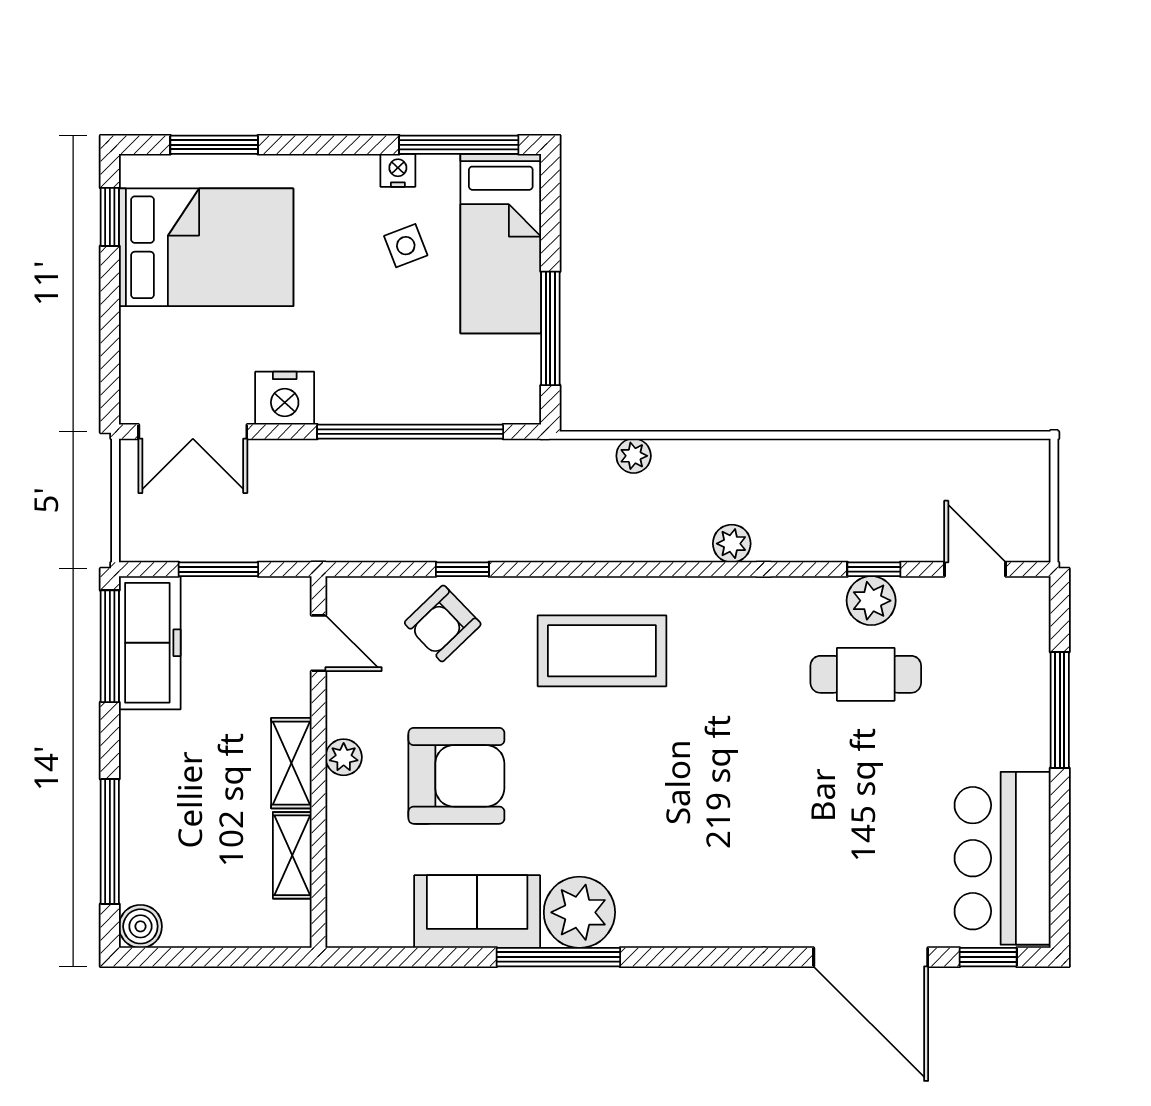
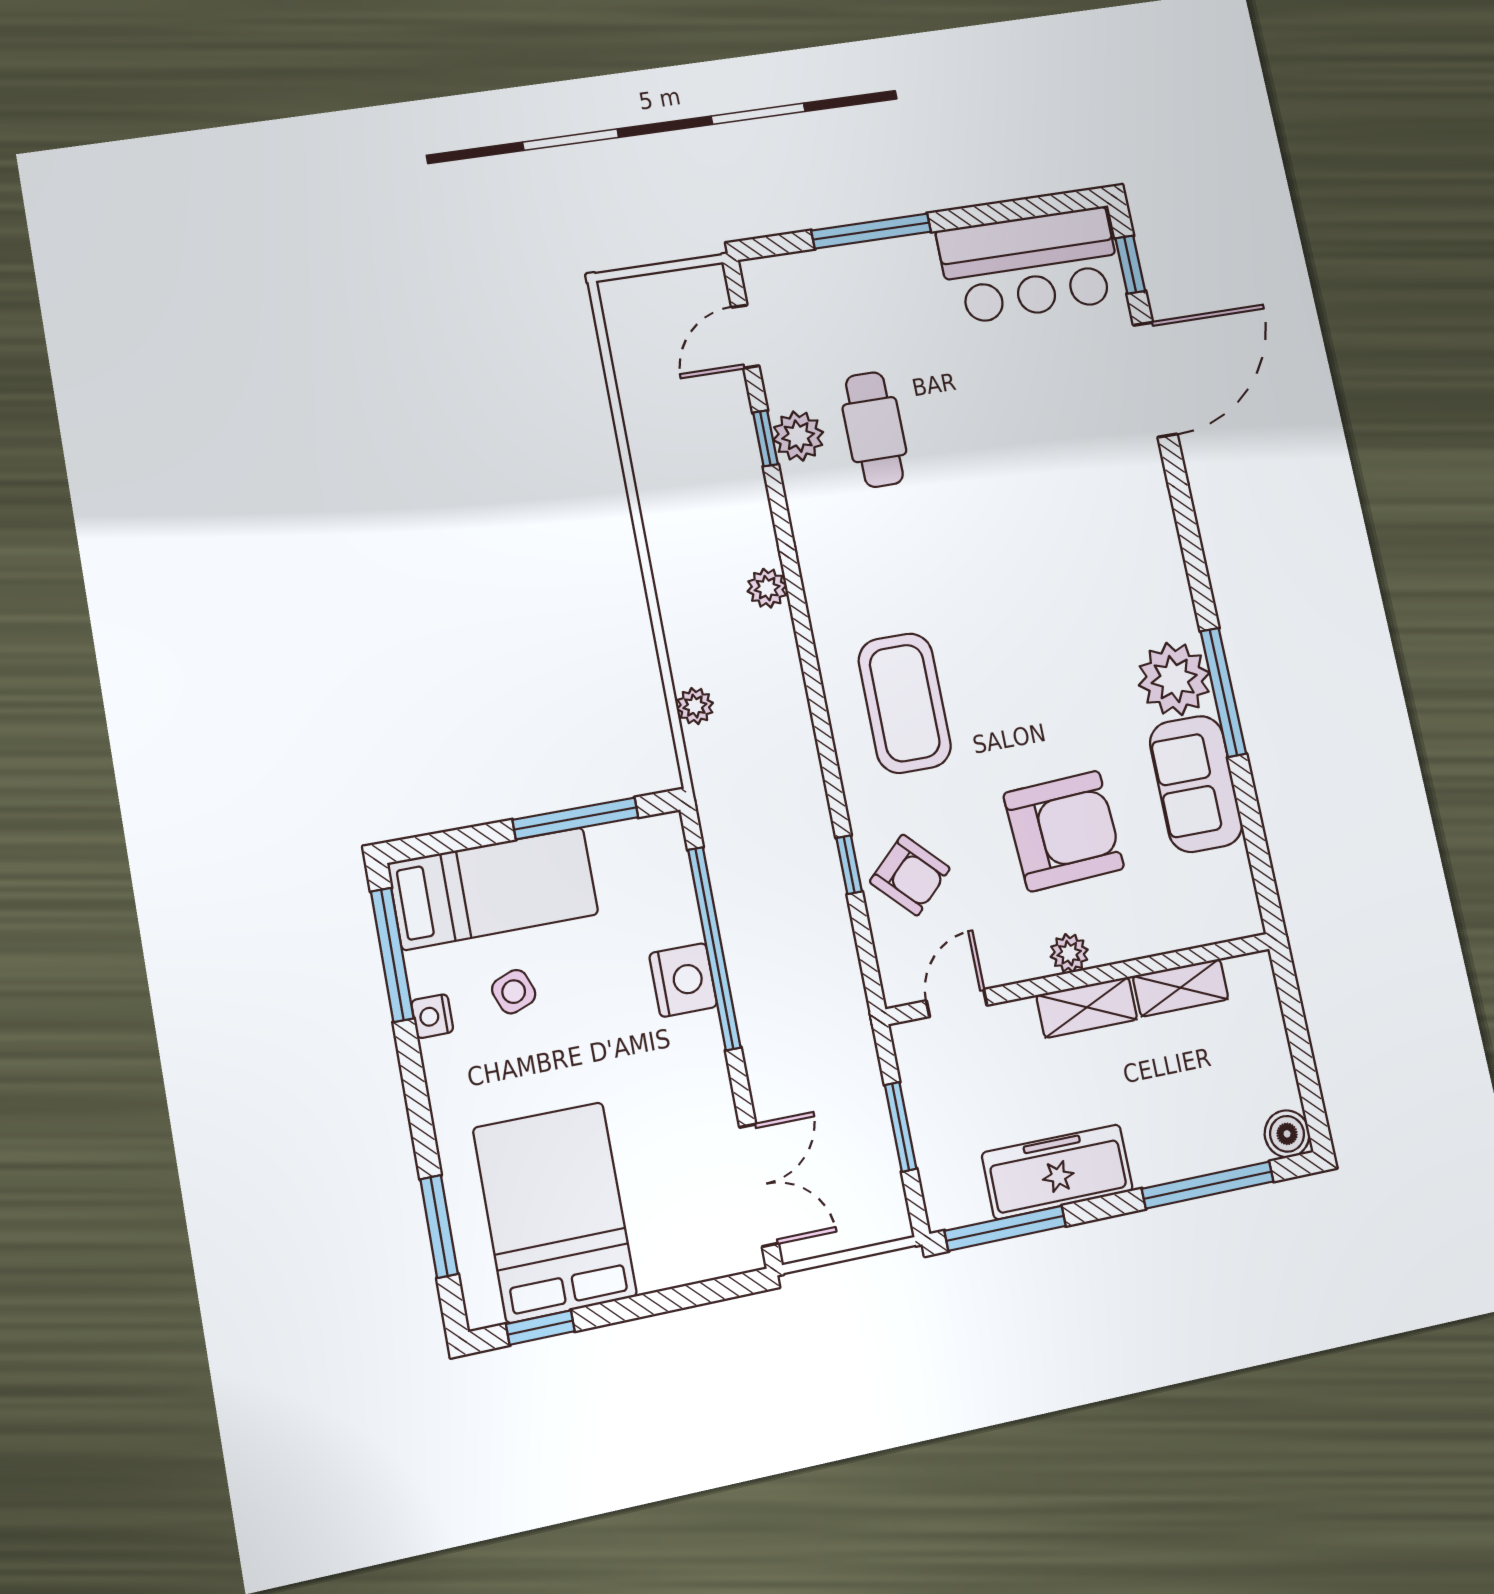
nightstand: (285, 398) -> (683, 980), moved
freezer: (150, 643) -> (1057, 1172), moved
armchair: (456, 776) -> (1064, 831), turned 87

